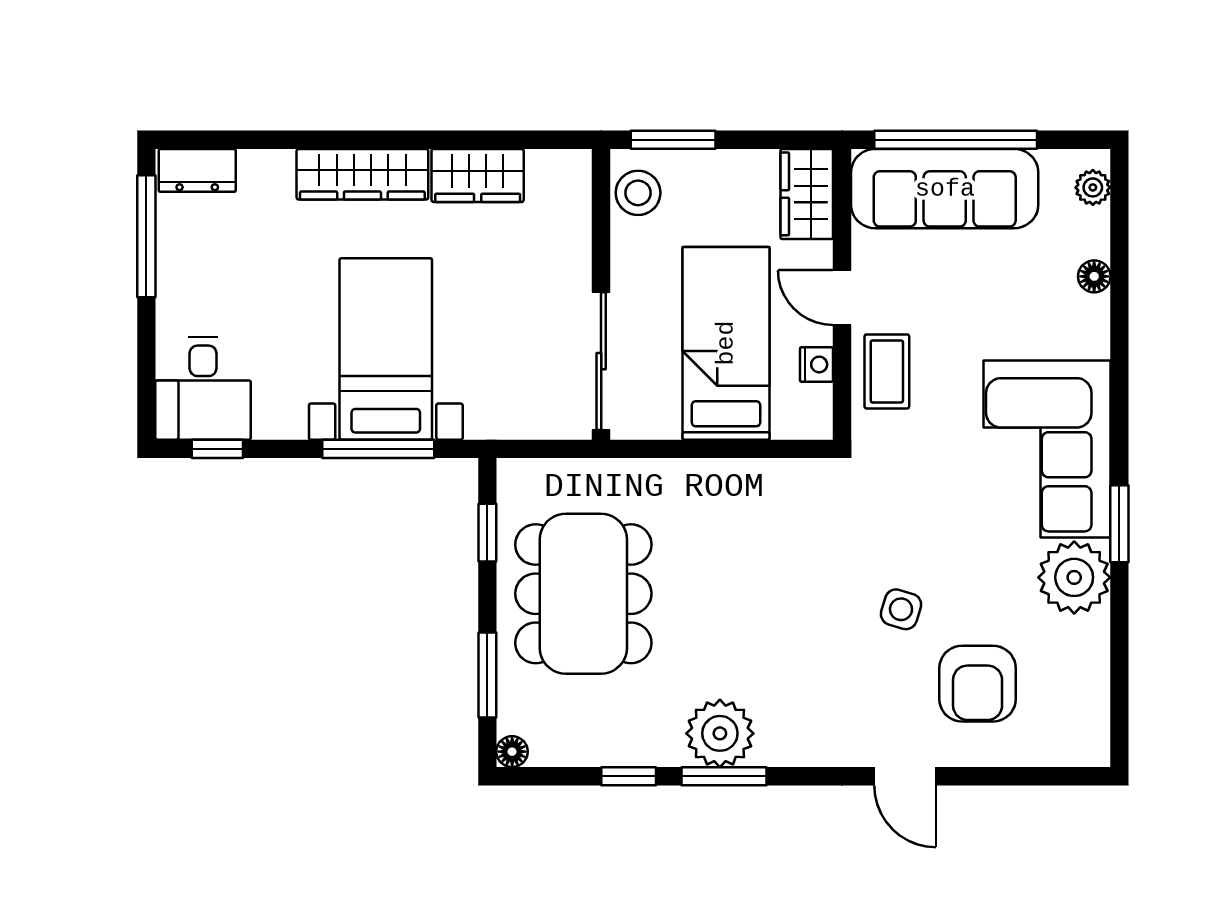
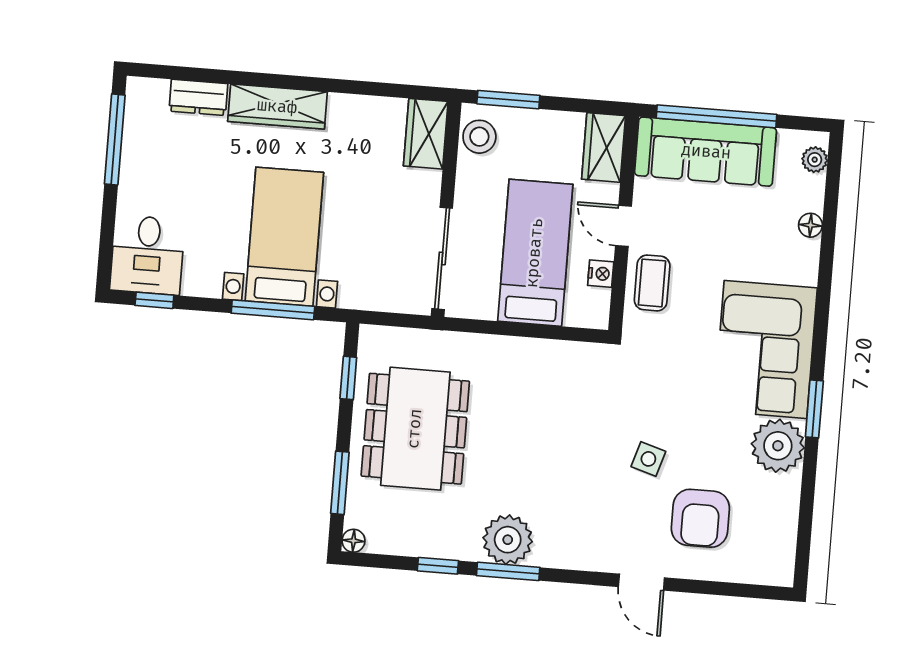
dresser: (197, 170) -> (198, 97), moved
wardrobe: (478, 175) -> (426, 134), moved, turned 90

